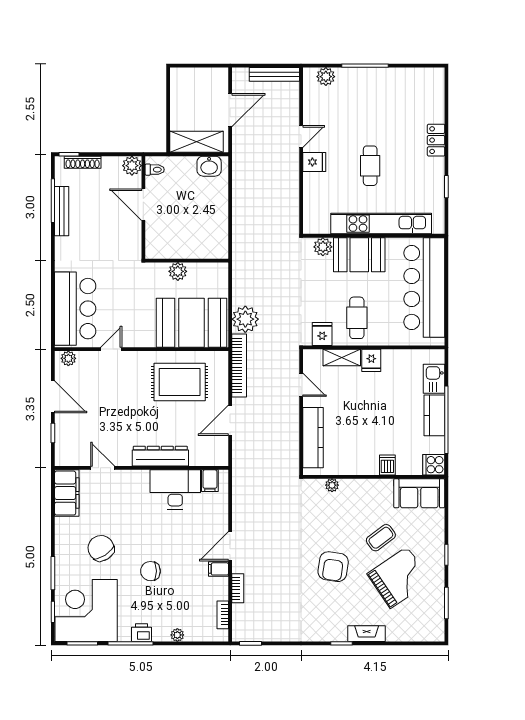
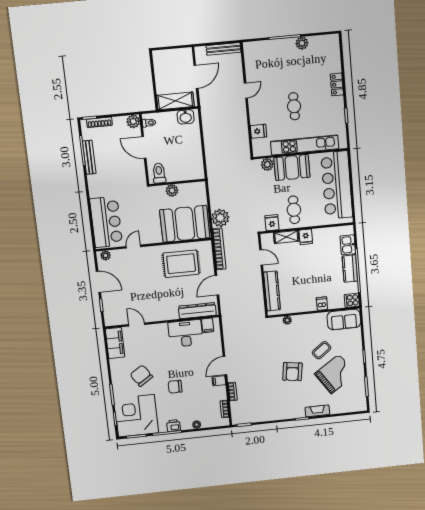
plant: (326, 77) -> (302, 43), moved
fridge: (314, 162) -> (258, 131), moved
toilet: (161, 244) -> (159, 173), added
dresser: (160, 456) -> (197, 311), moved

